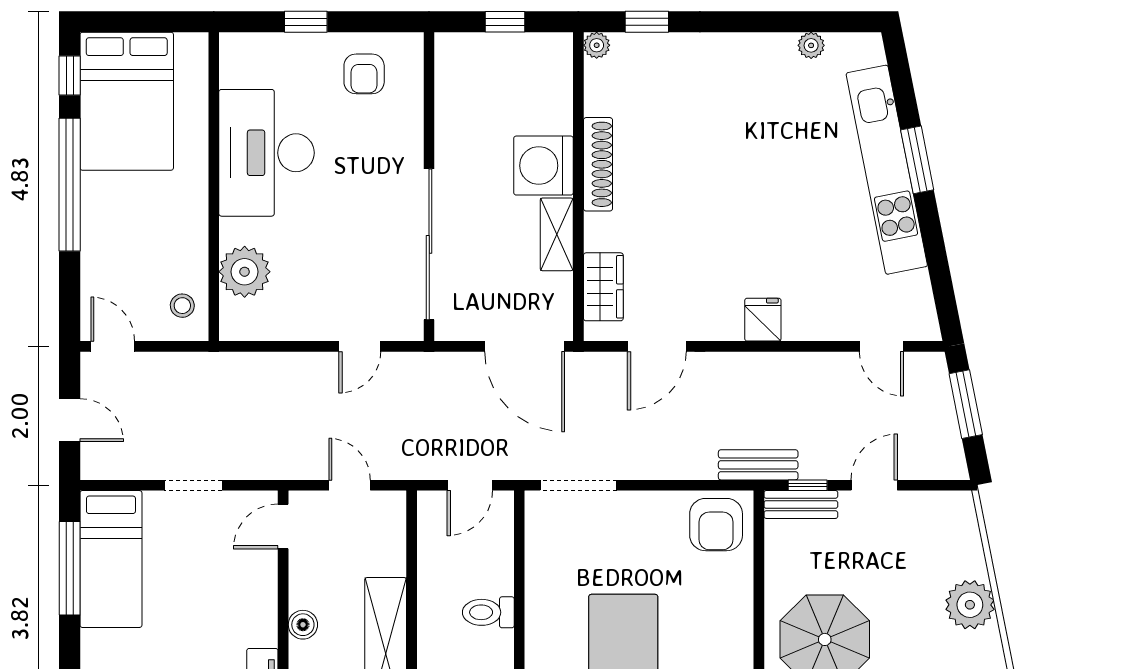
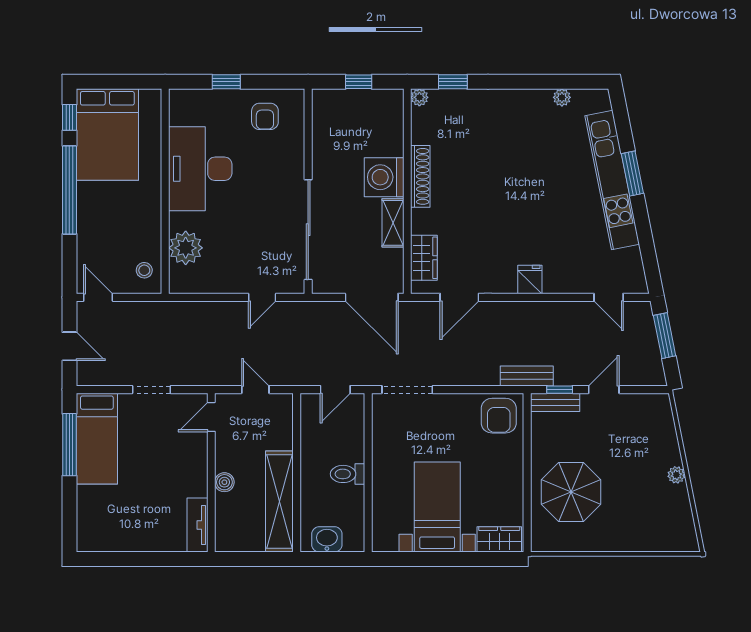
plant: (970, 605) -> (676, 475), width x0.53, depth x0.53

